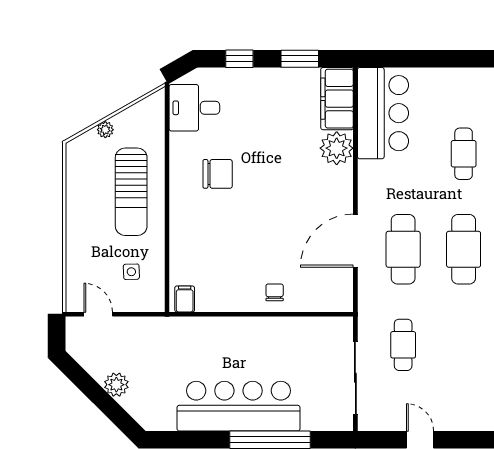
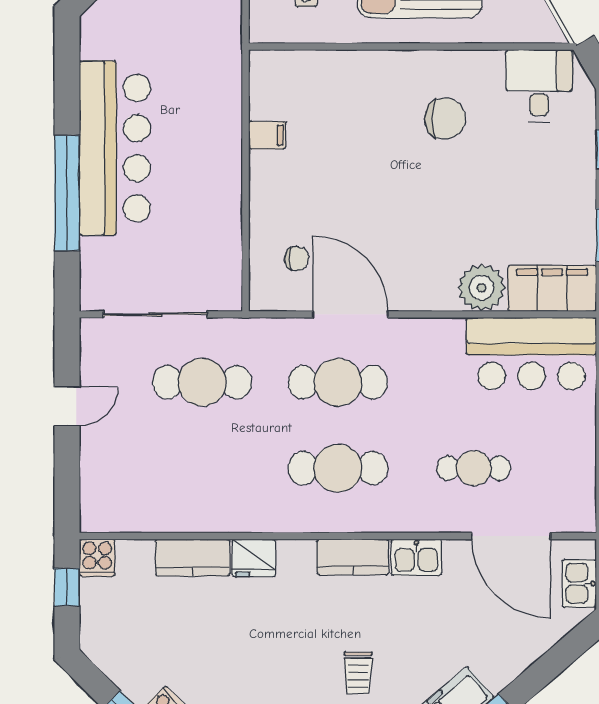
chair: (218, 174) -> (445, 118), turned -90
chair: (275, 292) -> (297, 259), moved
filing cabinet: (185, 299) -> (267, 135), moved
cafe table: (403, 345) -> (202, 382), width x1.37, depth x1.35

